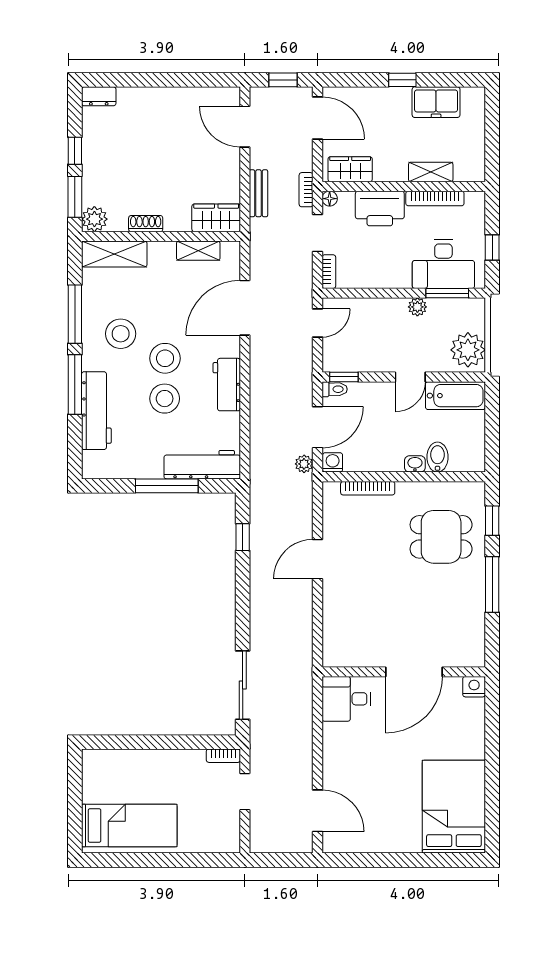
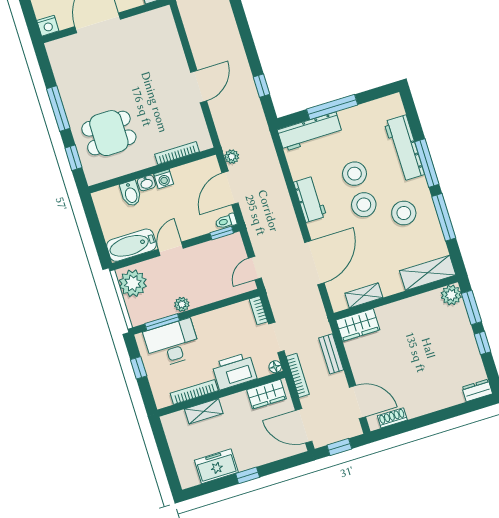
bookcase: (306, 190) -> (298, 375), width x1.56
shoe rack: (146, 224) -> (392, 418), moved, turned 180
washing machine: (333, 462) -> (164, 179), moved

